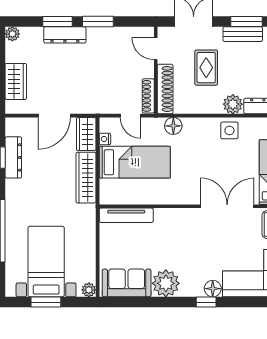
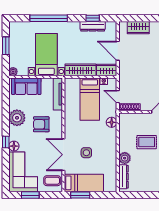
shoe rack: (165, 89) -> (134, 117), removed
door: (130, 116) -> (118, 97), hinge flipped
side table: (229, 130) -> (86, 153), moved
double door: (227, 206) -> (63, 155), swing flipped
armchair: (177, 243) -> (41, 124), added
bed with nightstands: (46, 262) -> (46, 55), moved, turned -90
sofa: (127, 283) -> (26, 86), moved, turned 90

